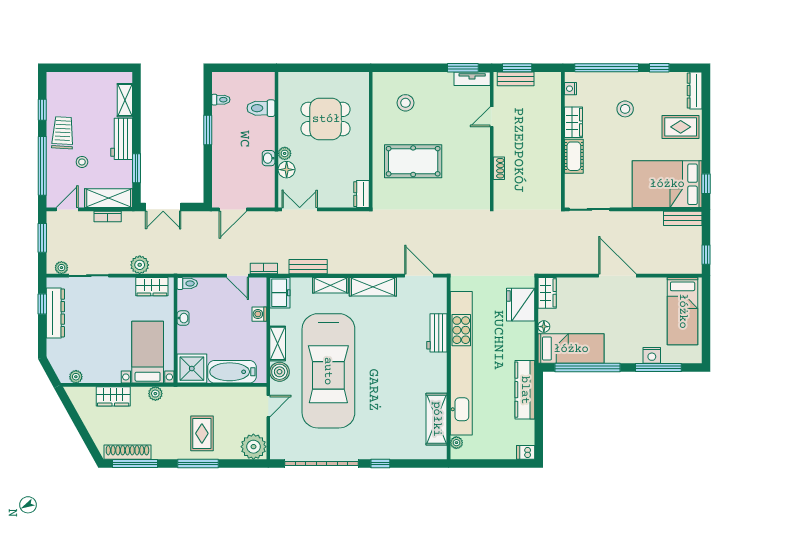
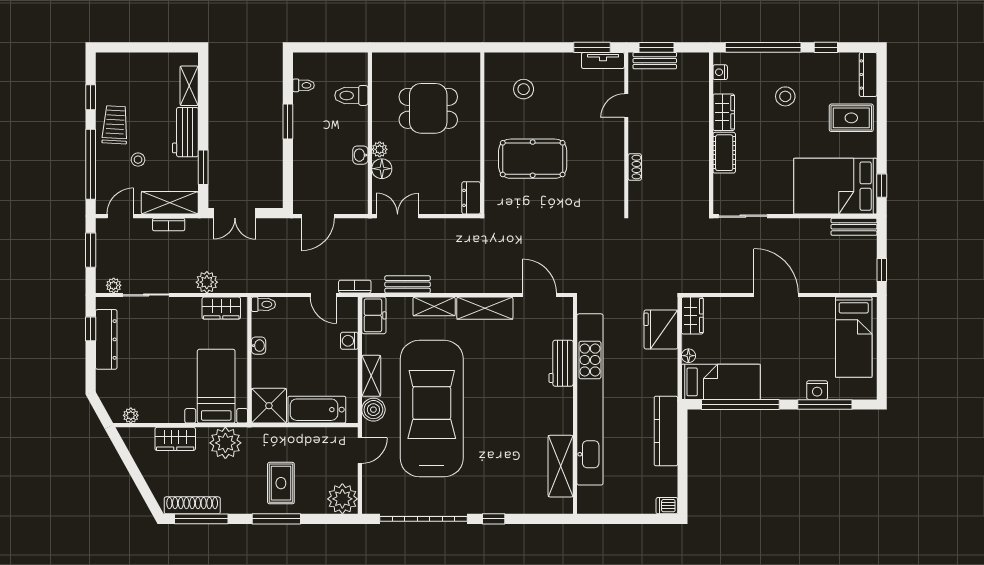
car: (328, 371) -> (432, 408), turned 180
plant: (155, 394) -> (225, 443), width x1.88, depth x1.88
plant: (456, 443) -> (584, 494), removed

